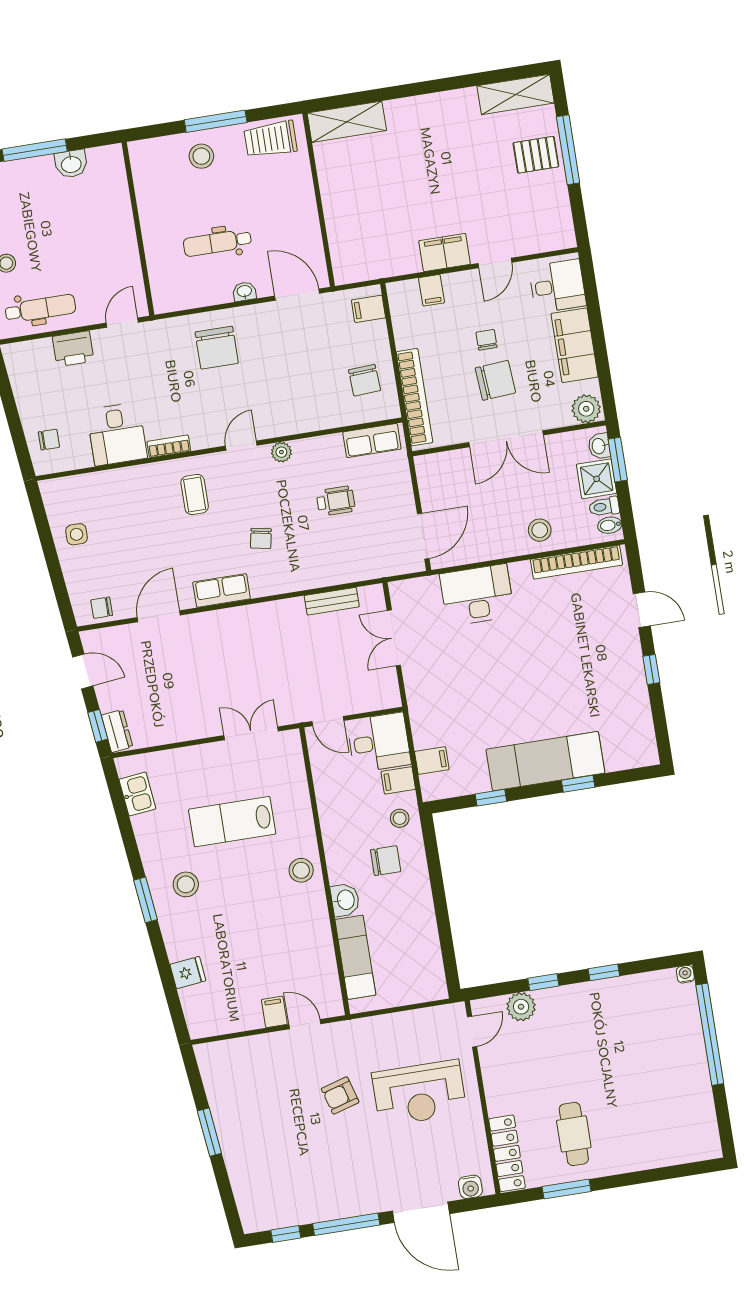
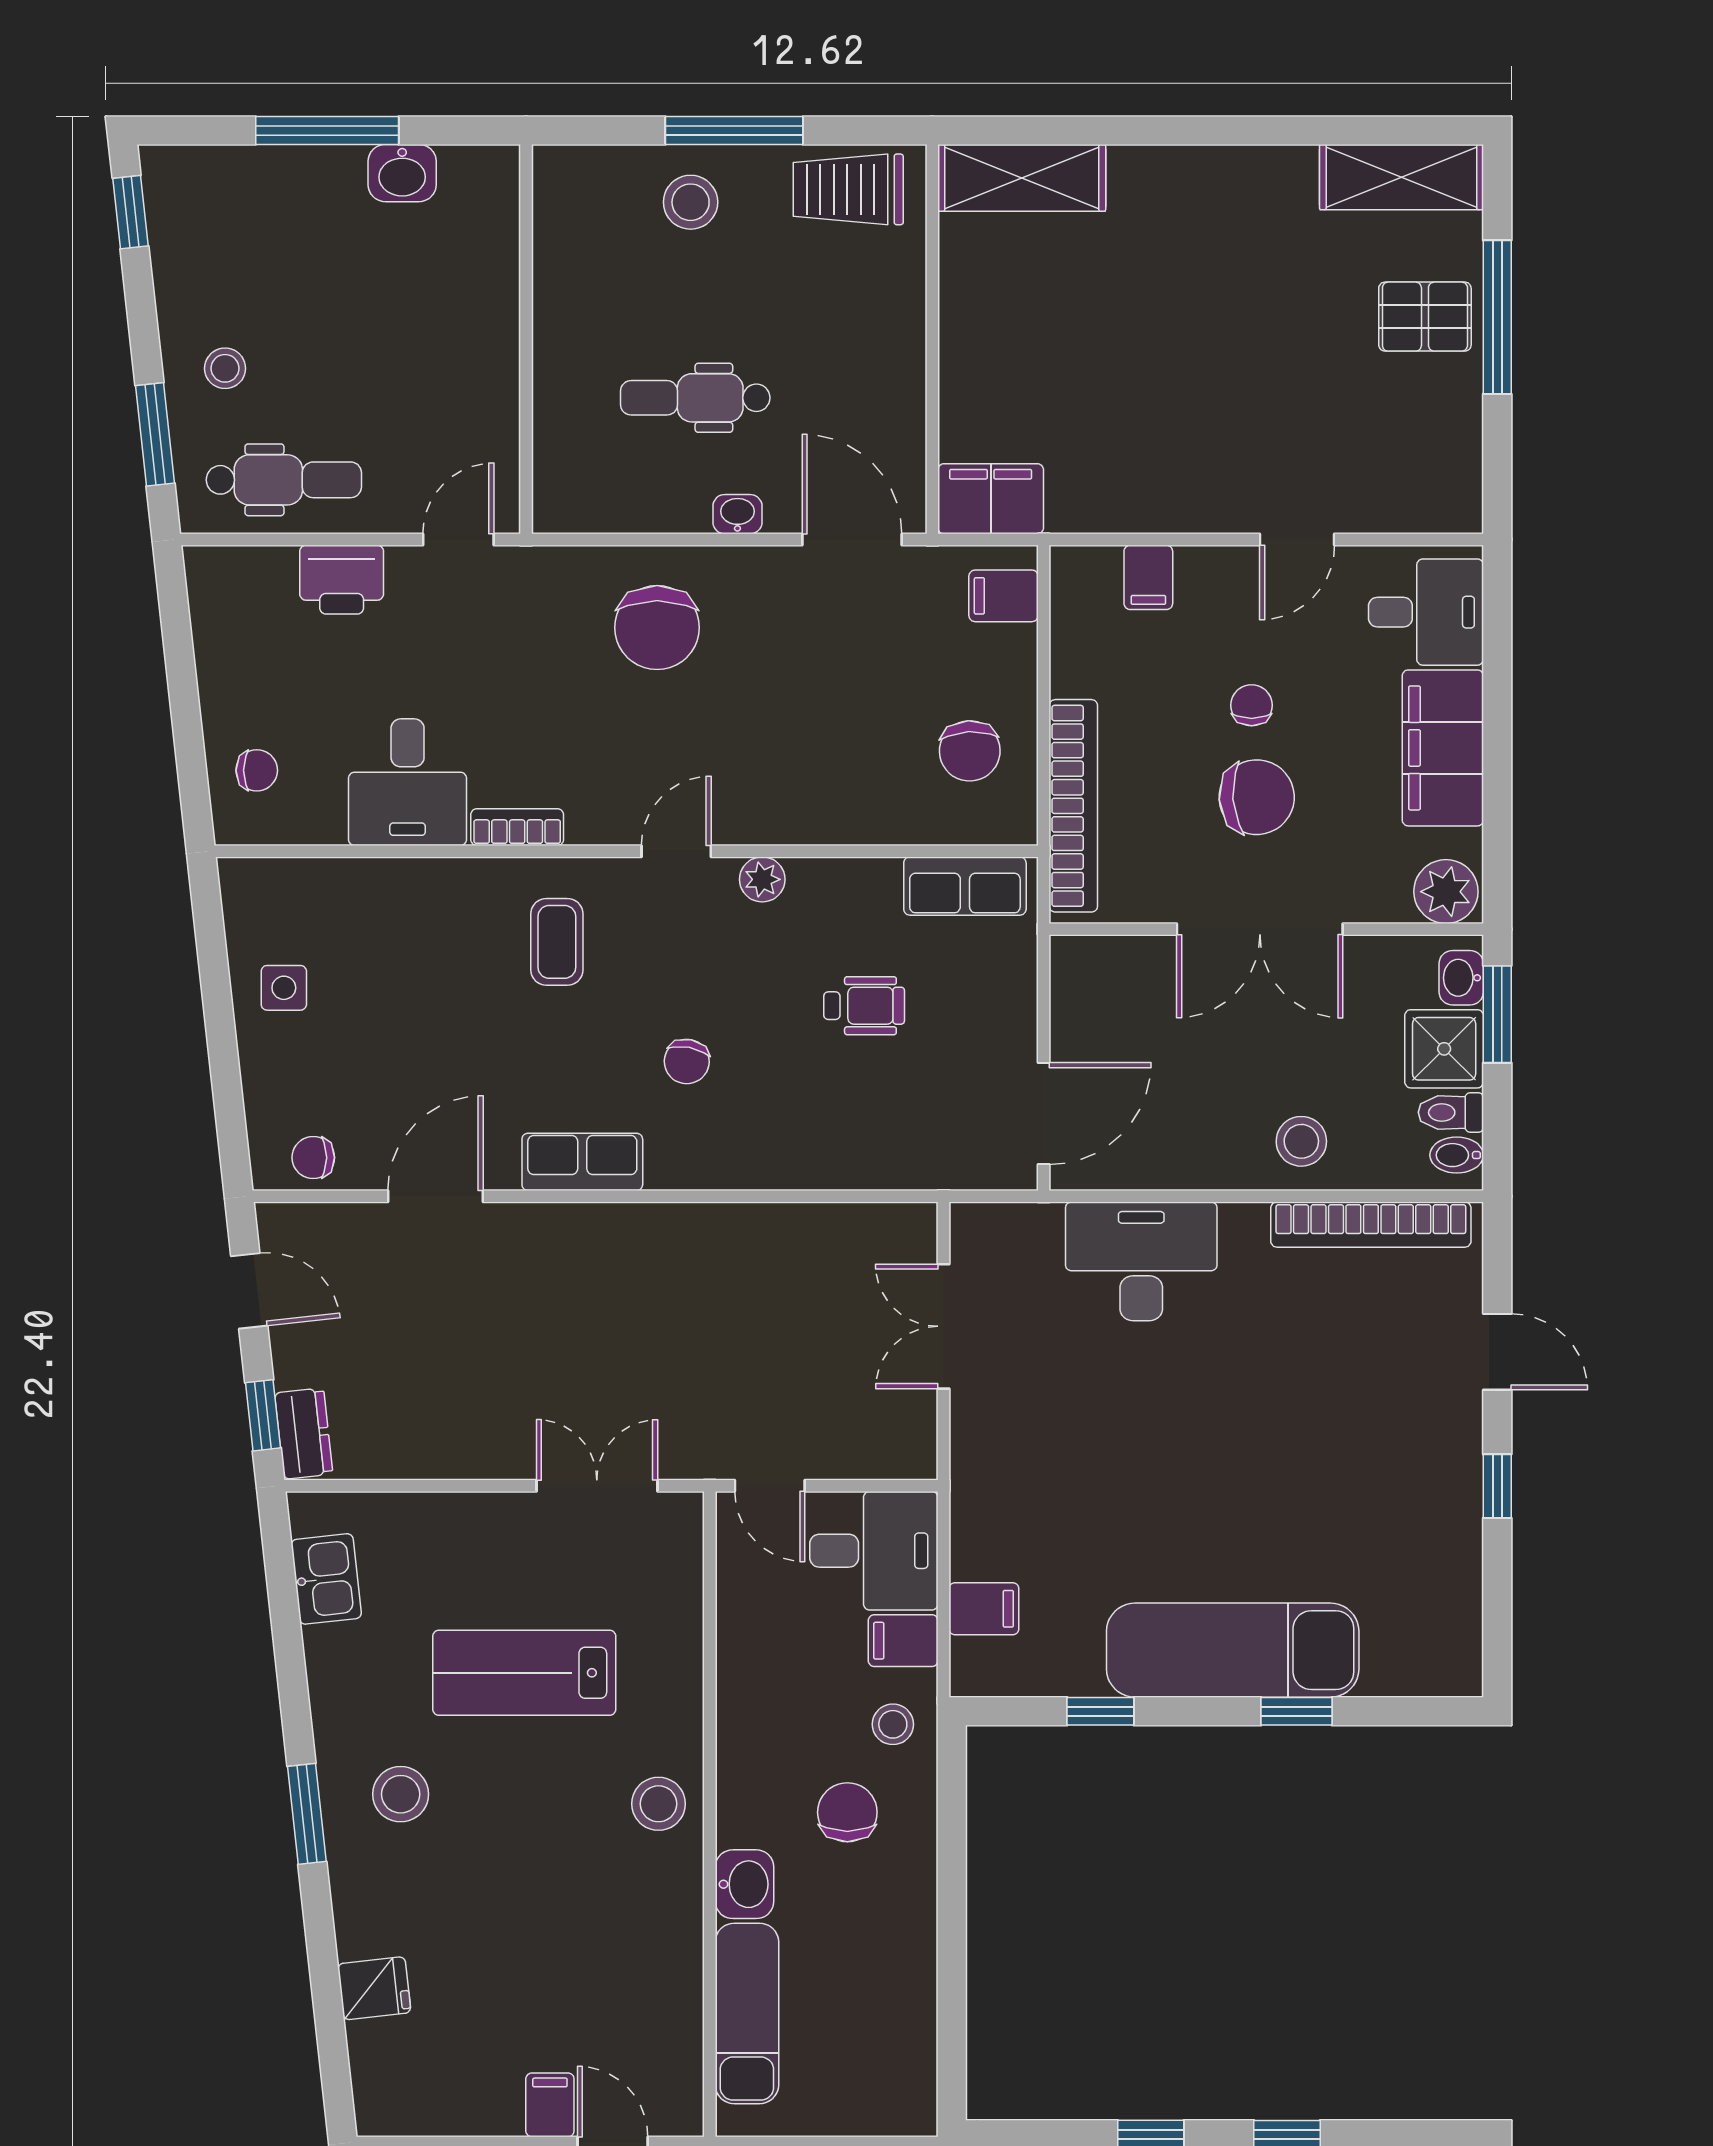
filing cabinet: (445, 252) -> (991, 499), moved
bench: (332, 601) -> (820, 1224), removed
chair: (386, 861) -> (847, 1812), turned -90

